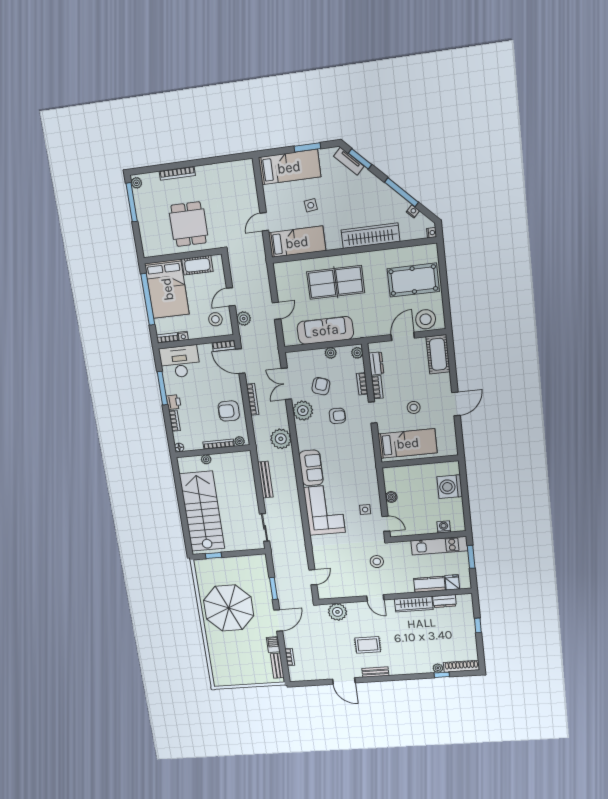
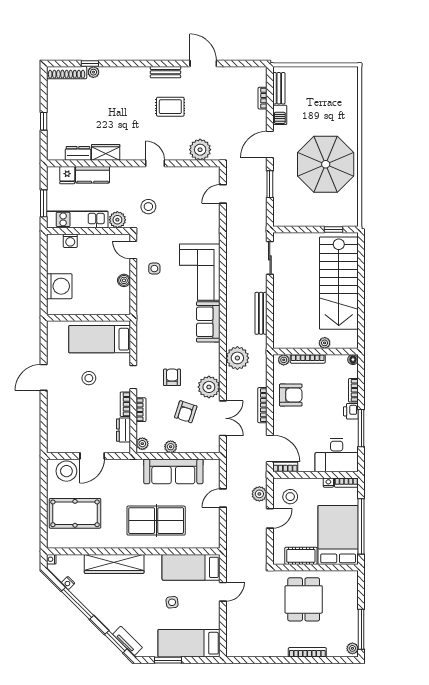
cot: (438, 354) -> (57, 433), removed
armchair: (337, 416) -> (172, 377), turned 90
plant: (403, 548) -> (117, 220), added
wardrobe: (414, 604) -> (106, 152), width x0.67

